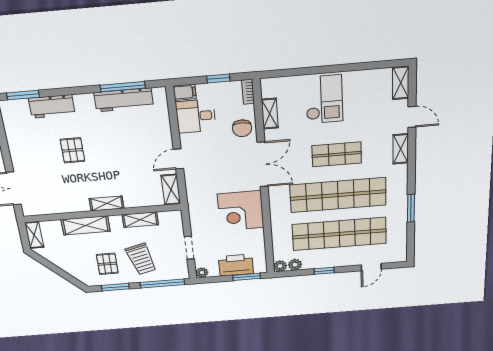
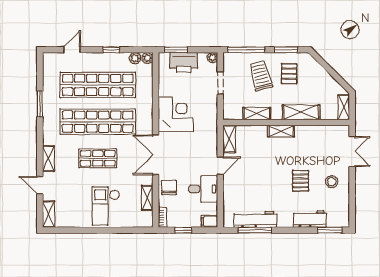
desk: (196, 116) -> (203, 189), moved
stool: (32, 153) -> (332, 182), added

